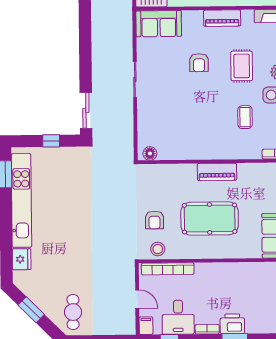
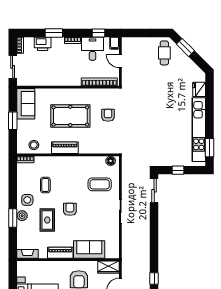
sofa: (159, 24) -> (89, 250), moved
armchair: (199, 63) -> (70, 209), moved
coffee table: (166, 119) -> (100, 184), added
stool: (158, 249) -> (34, 145), moved
window: (31, 310) -> (185, 47), moved
printer: (232, 324) -> (43, 44), moved

